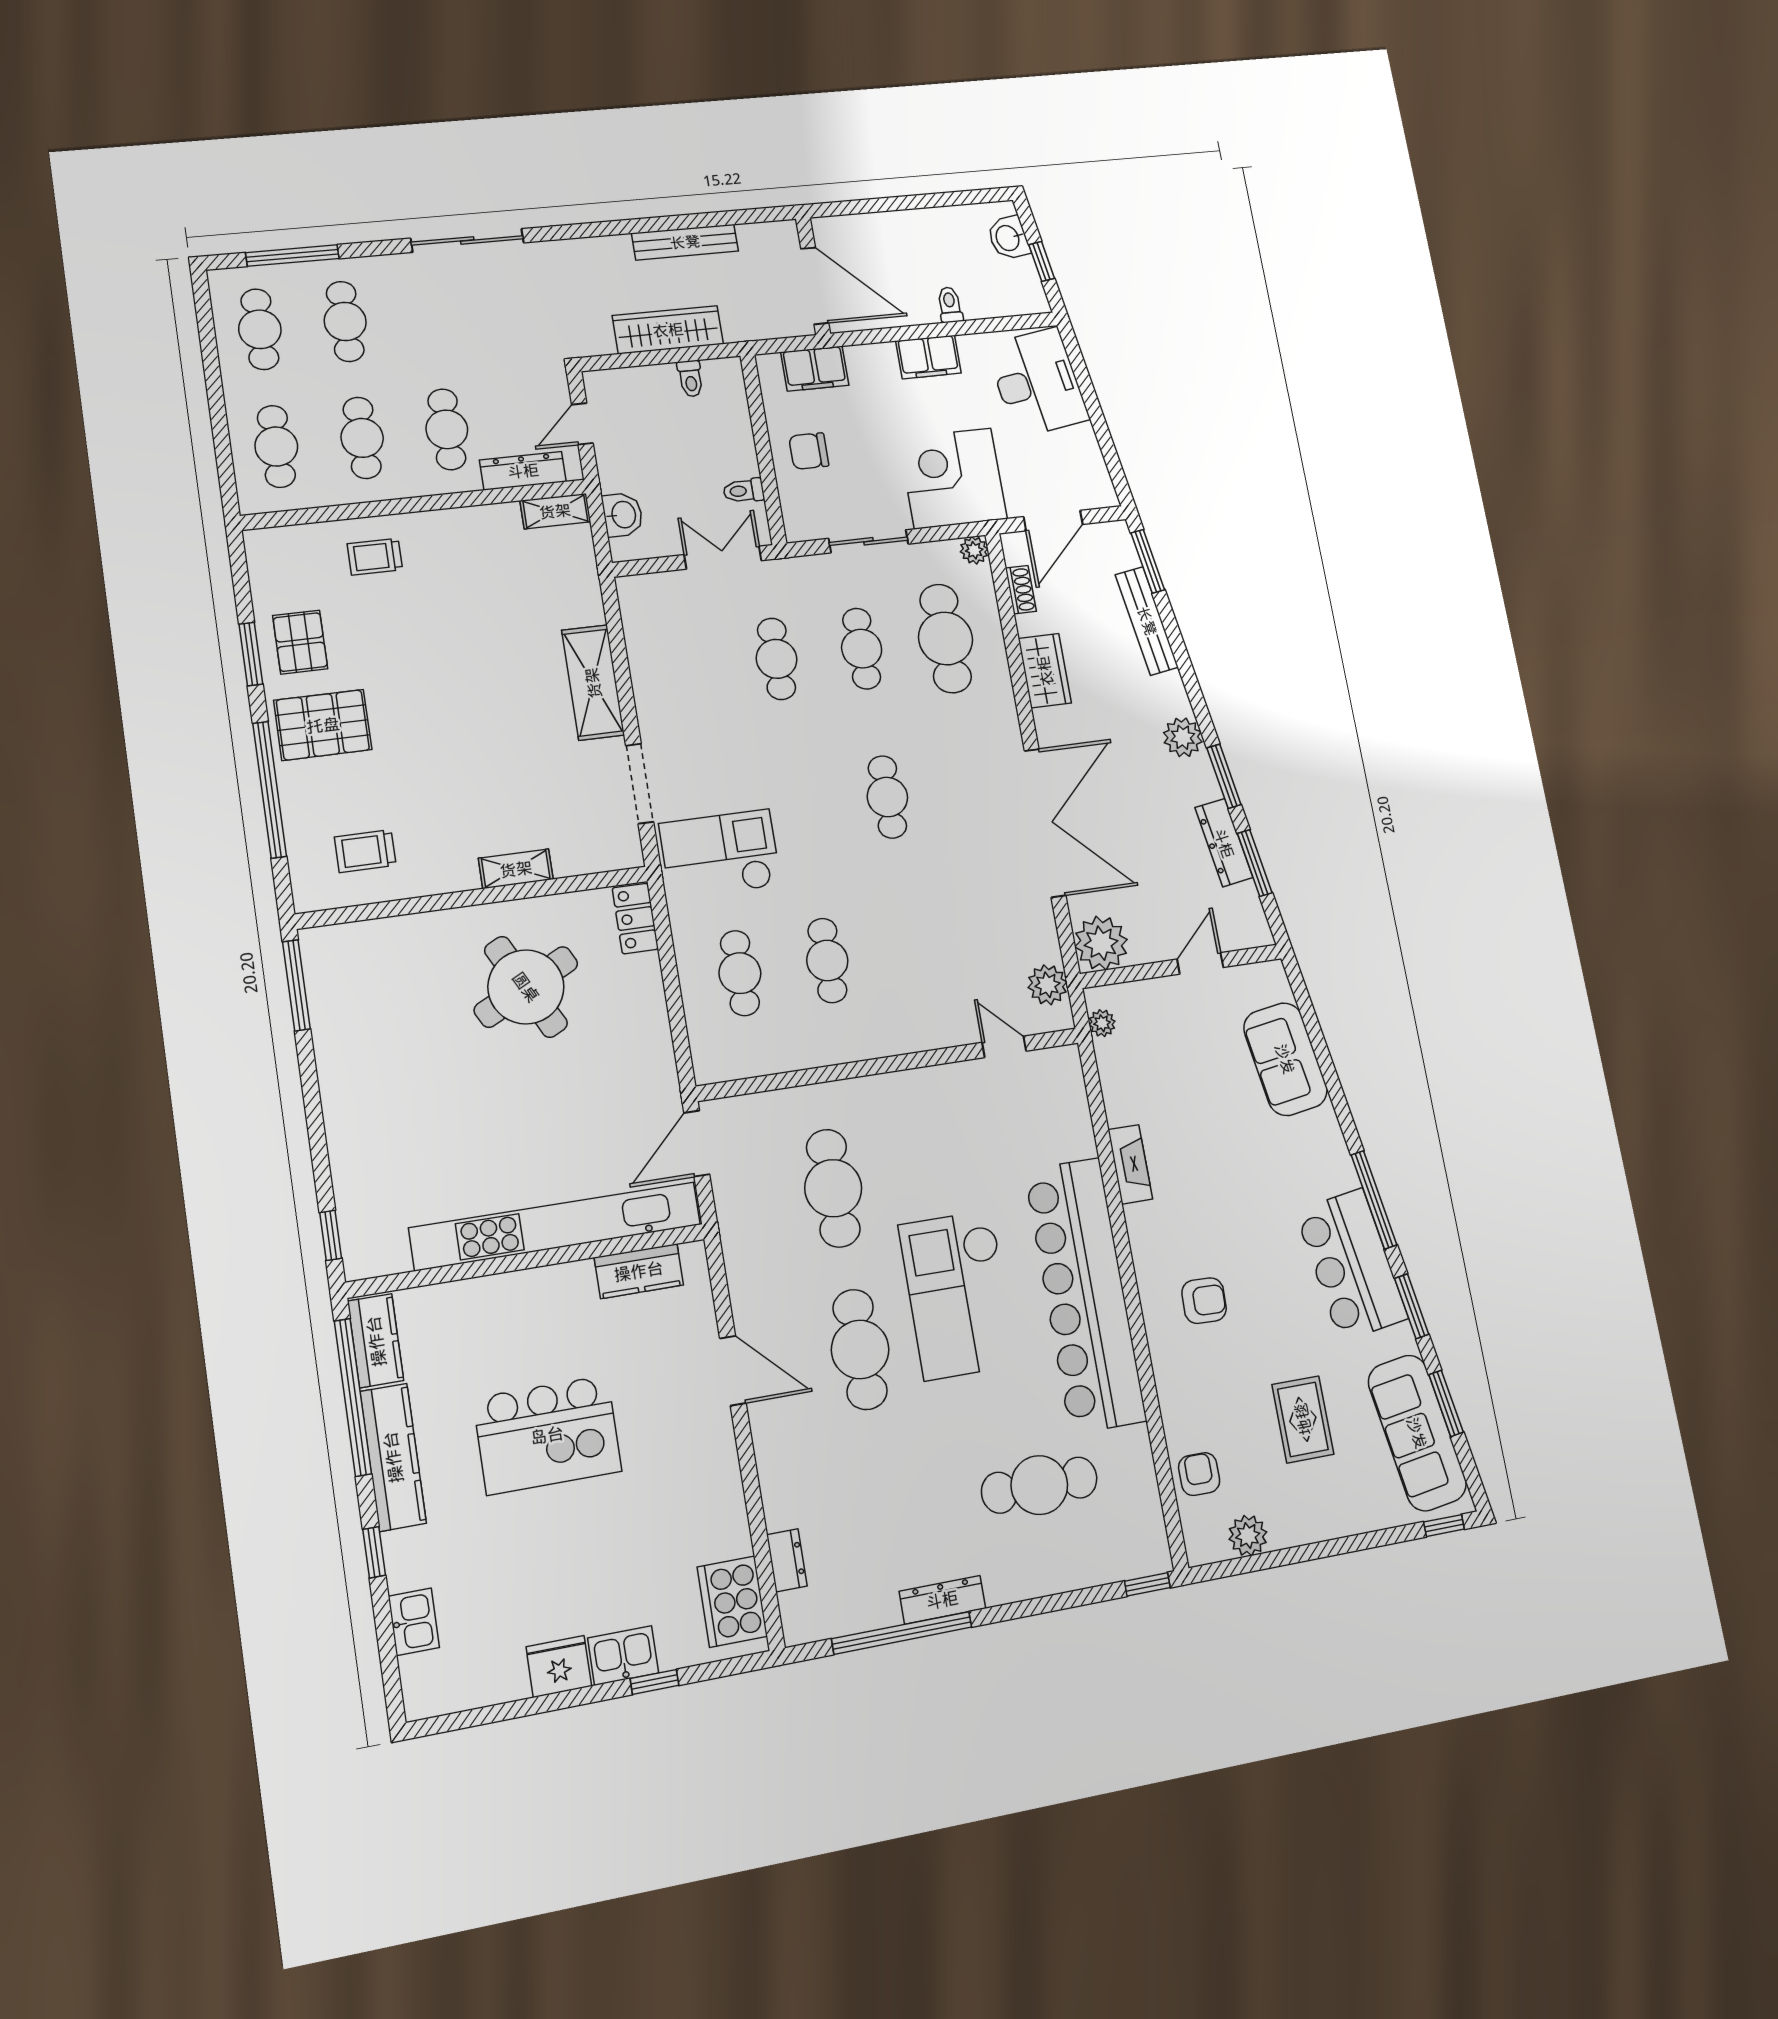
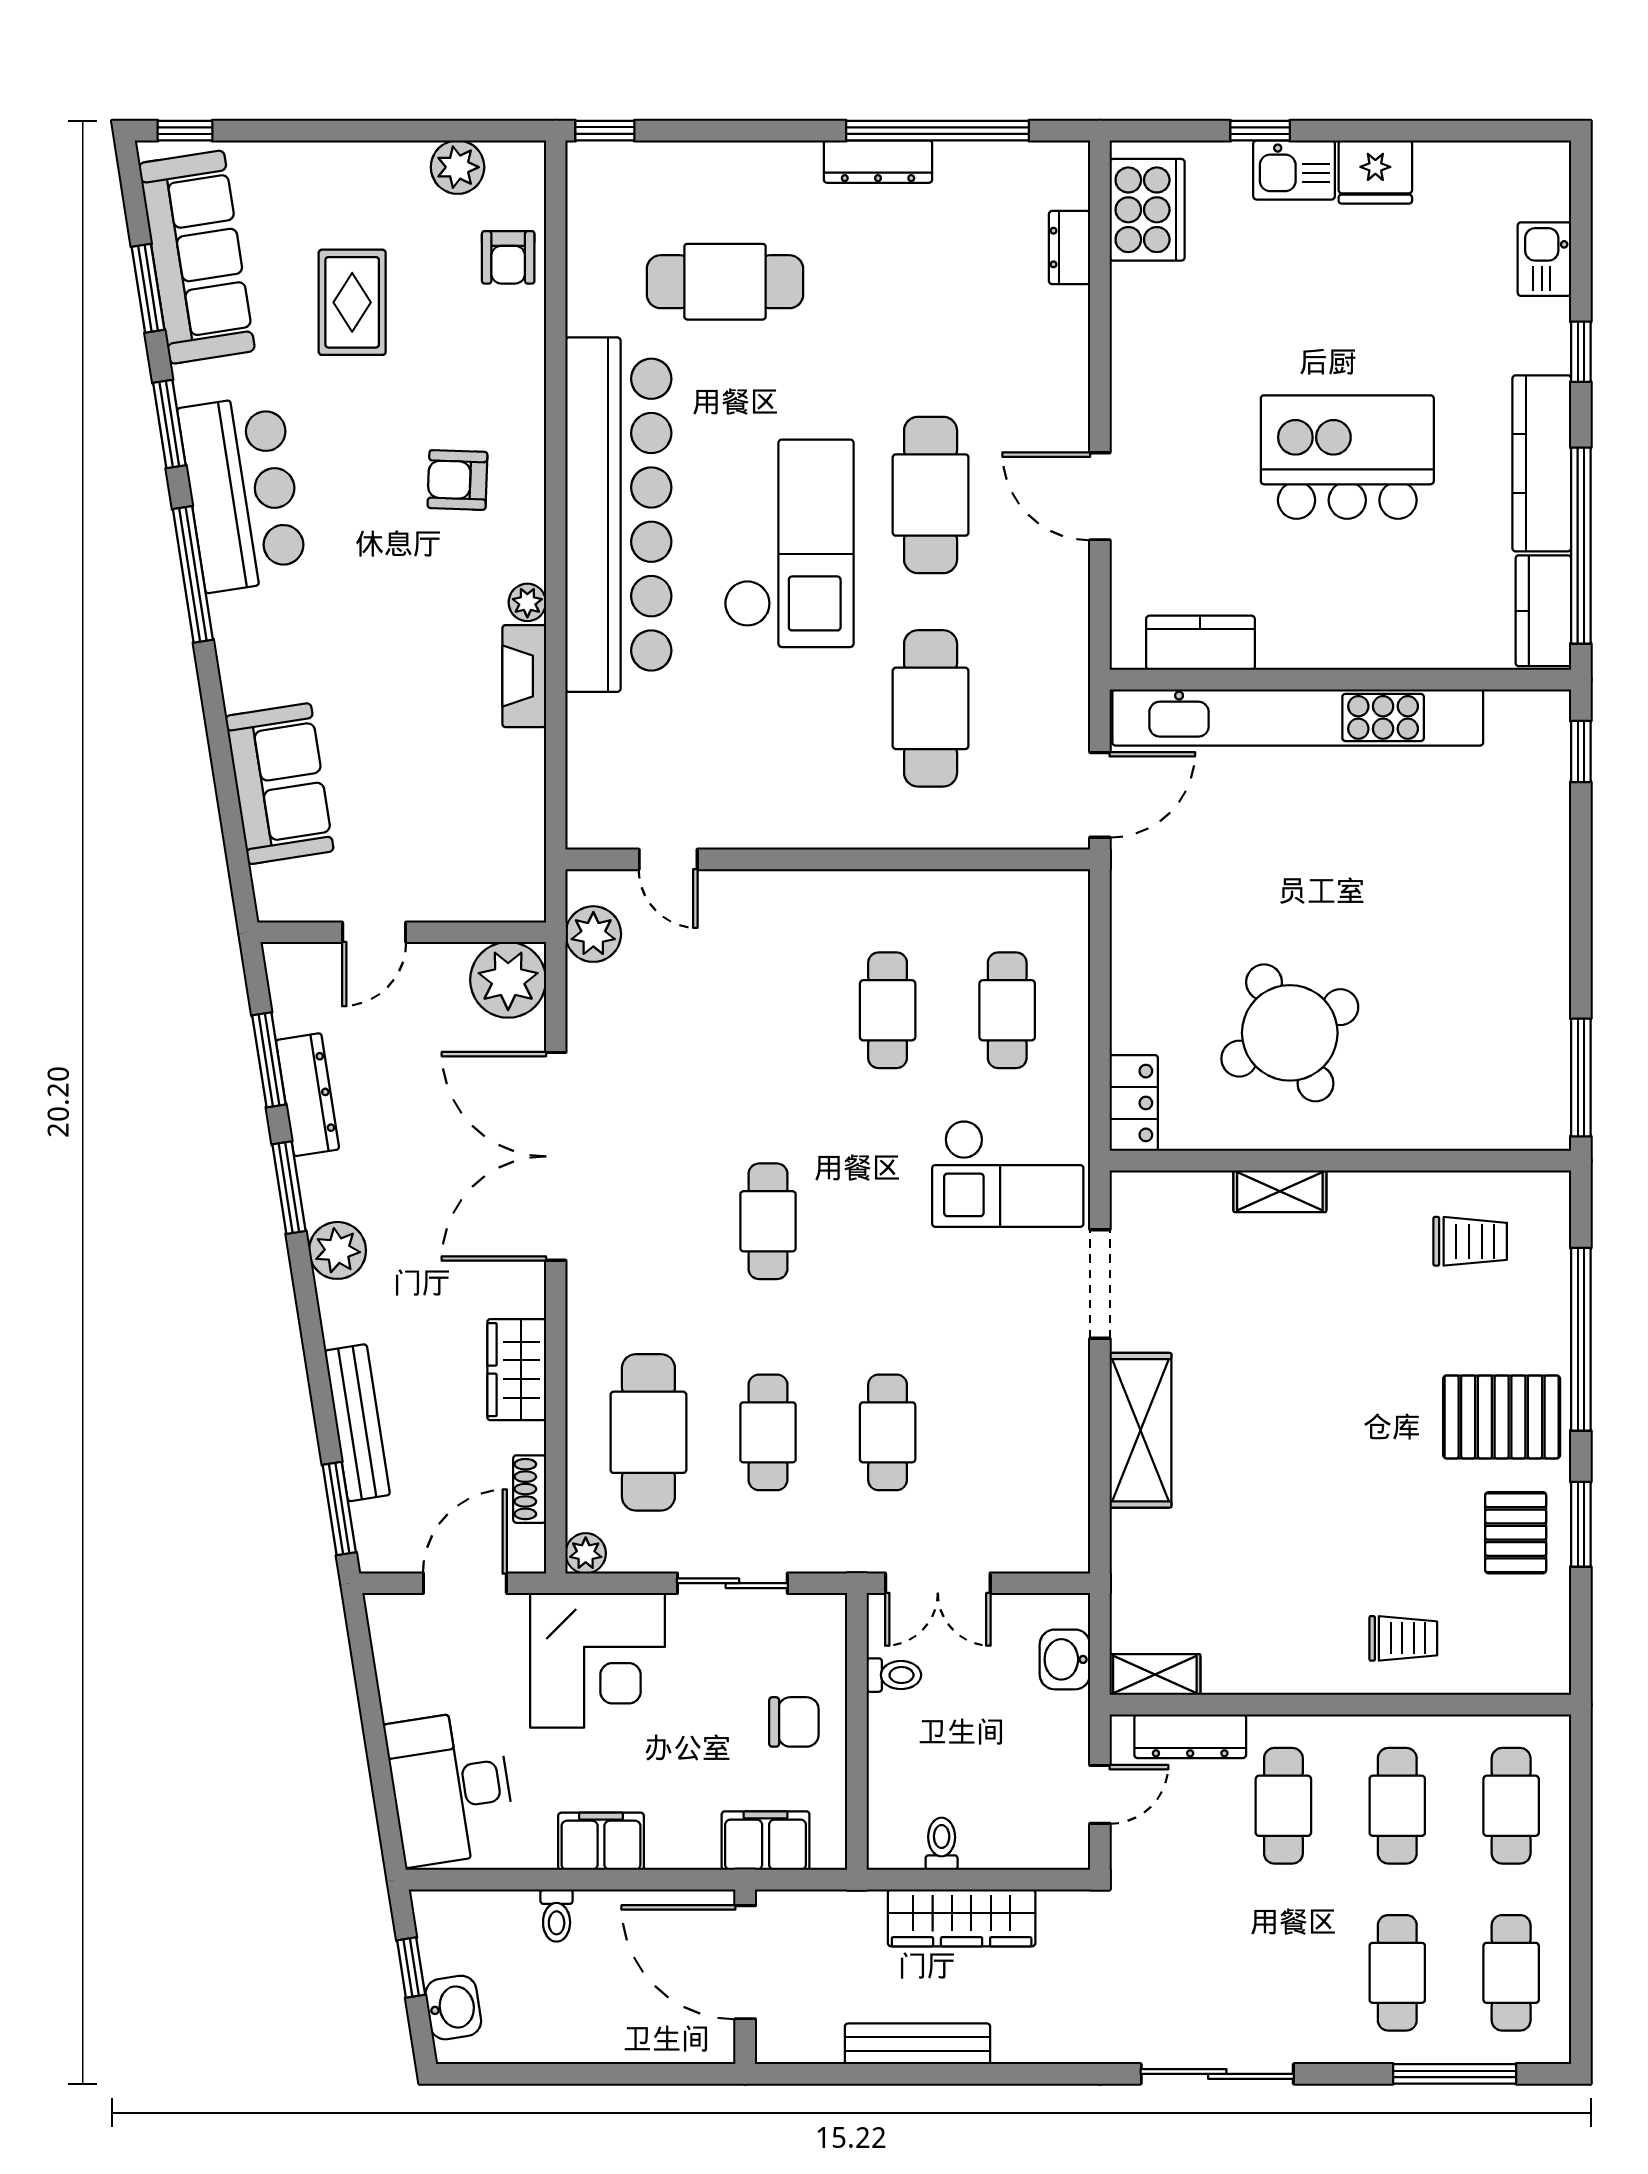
plant: (1102, 1023) -> (527, 602), moved

